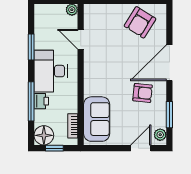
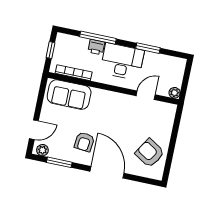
bookcase: (73, 126) -> (74, 73), width x1.56
floor lamp: (44, 135) -> (64, 43), removed
door: (141, 148) -> (34, 130), hinge flipped

